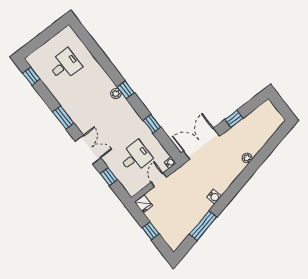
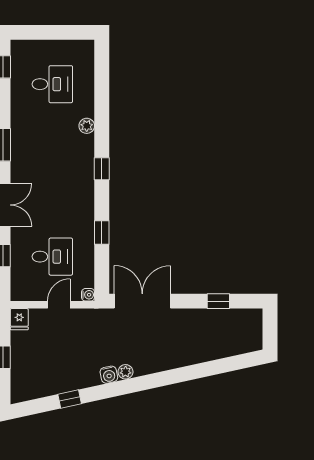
plant: (116, 94) -> (87, 126), moved
window: (234, 119) -> (218, 301), moved
plant: (247, 158) -> (126, 372), moved
window: (203, 226) -> (70, 399), width x0.46

